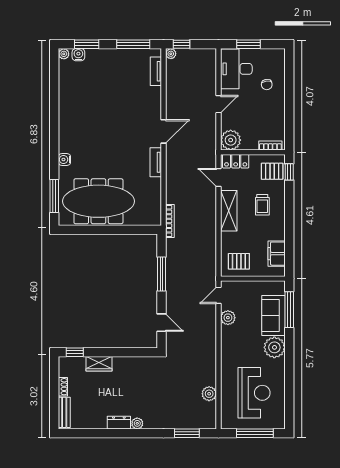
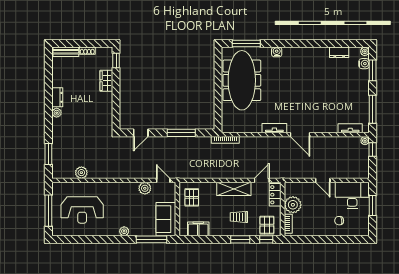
dresser: (65, 84) -> (339, 52), added
plant: (231, 140) -> (293, 205), moved
window: (289, 203) -> (240, 239), added
sofa: (273, 315) -> (166, 219), moved, turned -90
plant: (274, 347) -> (124, 231), width x0.53, depth x0.53

